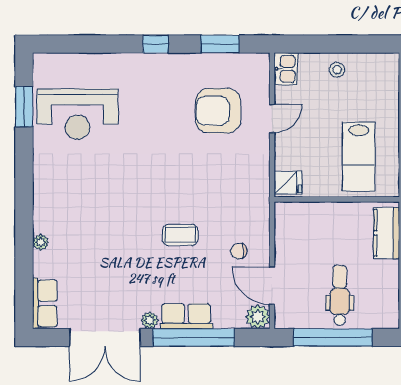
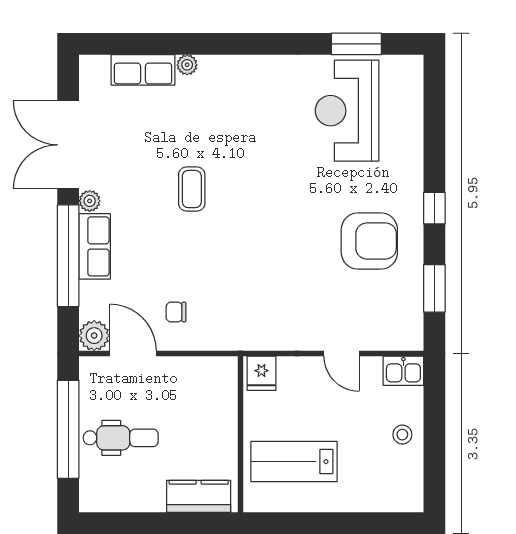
armchair: (218, 111) -> (369, 241), moved, turned 90
coffee table: (180, 235) -> (192, 189), moved
chair: (239, 251) -> (176, 312), turned -90
door: (272, 286) -> (133, 353), hinge flipped
row of seats: (45, 303) -> (143, 70), moved

